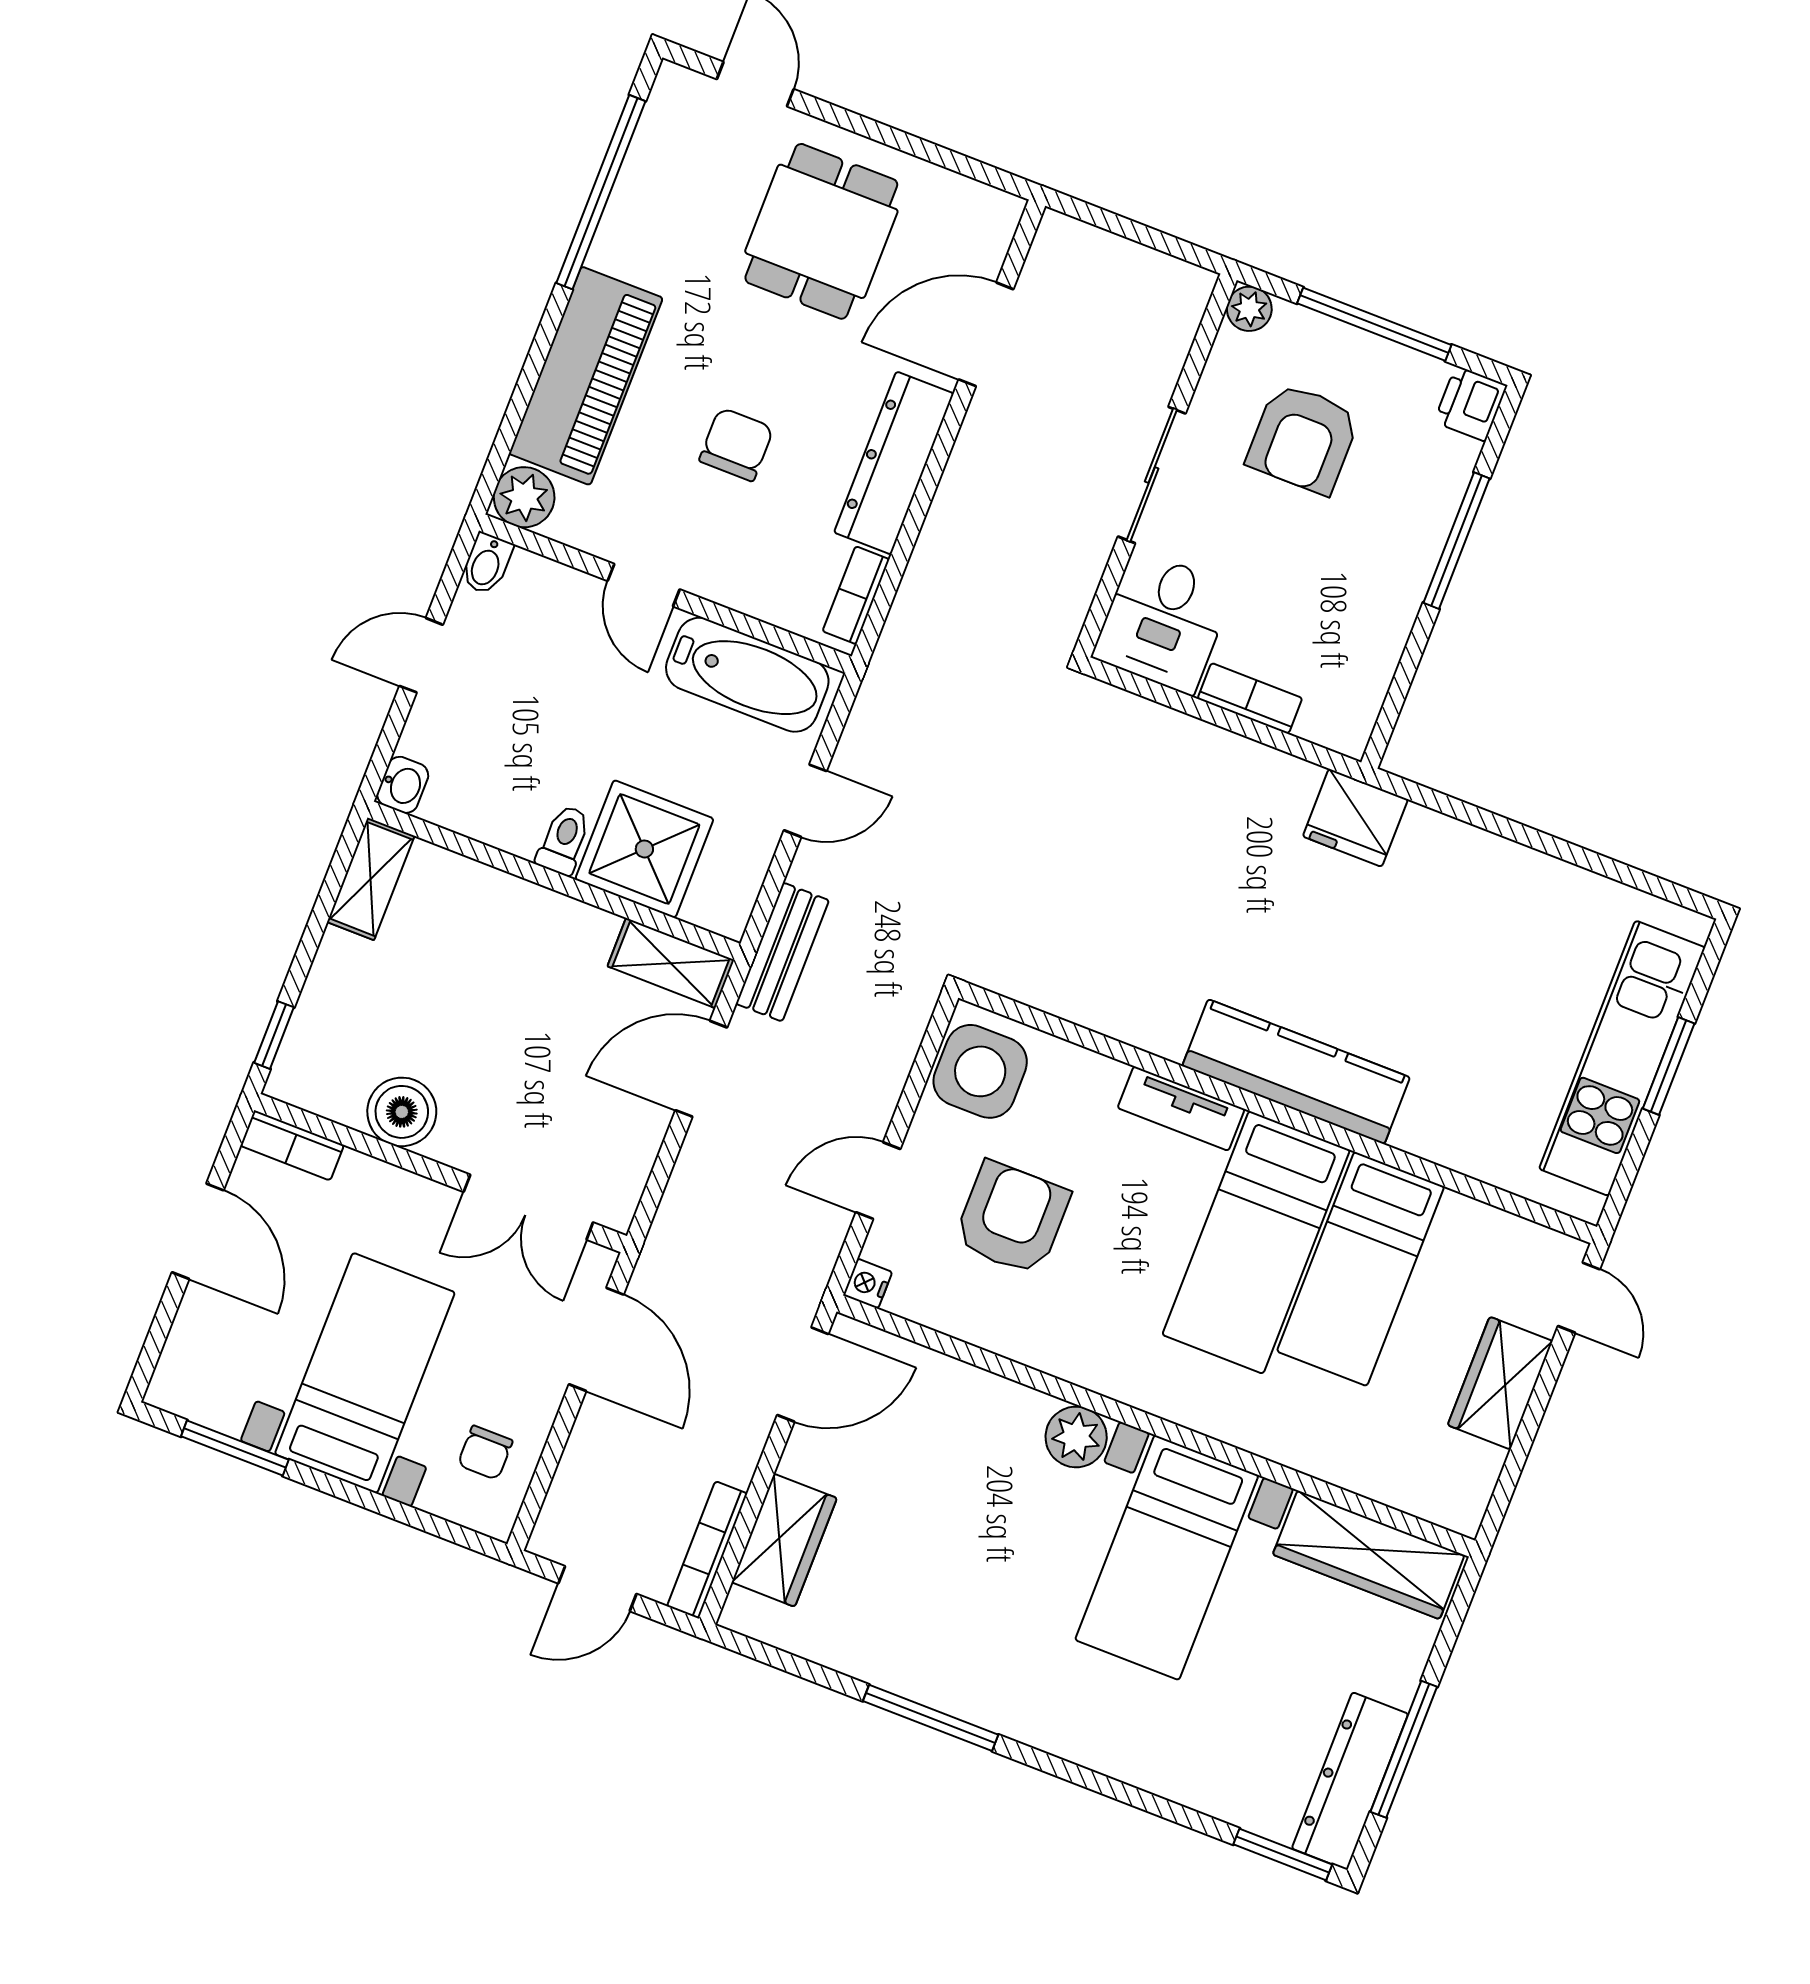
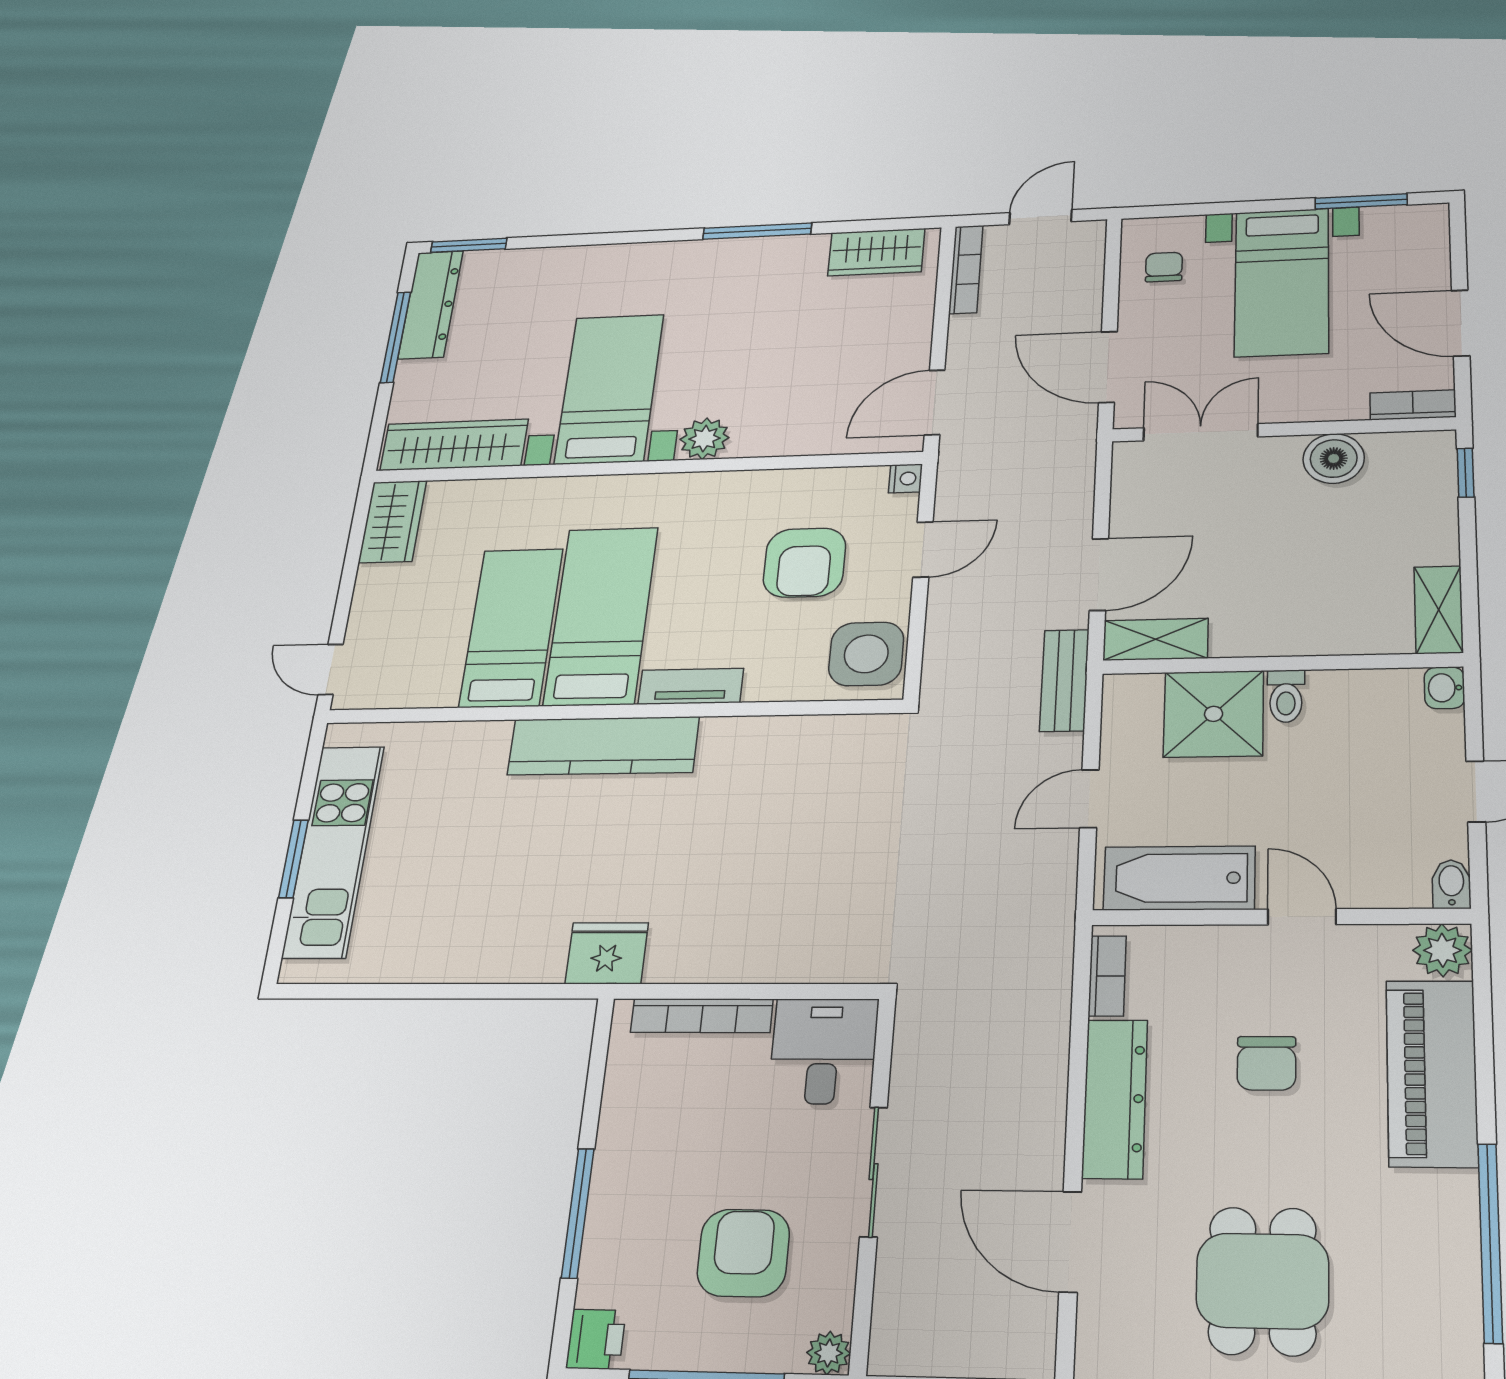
door: (986, 334) -> (1070, 1242), swing flipped
bookcase: (1250, 698) -> (702, 1016), width x1.56
wardrobe: (1500, 1383) -> (393, 522), moved
wardrobe: (784, 1540) -> (876, 252), moved, turned -90

